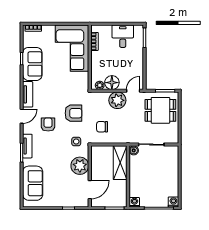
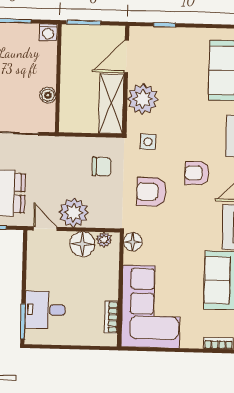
desk: (123, 36) -> (45, 310), moved, turned 90
floor lamp: (83, 85) -> (133, 242), added
door: (133, 91) -> (45, 229), swing flipped
armchair: (48, 125) -> (197, 173), turned 90
boiler: (134, 150) -> (48, 95), moved
shelving: (120, 163) -> (111, 104), moved

